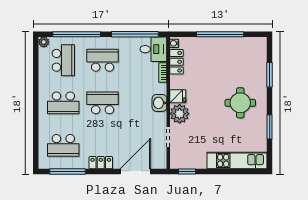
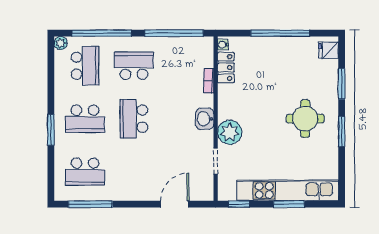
desk: (153, 49) -> (197, 52), removed
fridge: (178, 96) -> (329, 50), moved, turned 180
school desk: (103, 103) -> (134, 119), turned -90
window: (36, 112) -> (51, 130), added
window: (270, 127) -> (342, 131), moved
kitchen unit: (237, 161) -> (288, 190), width x1.36
locker: (101, 163) -> (132, 193), removed
door: (135, 172) -> (175, 204), width x0.73
window: (227, 172) -> (289, 204), added

